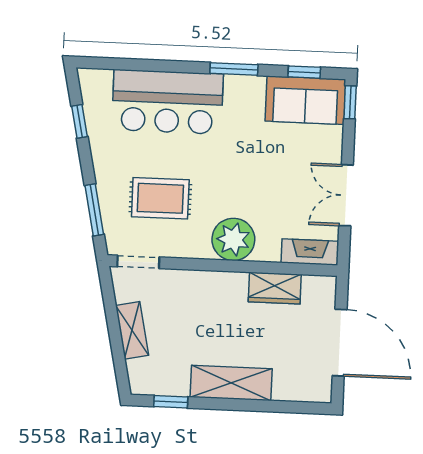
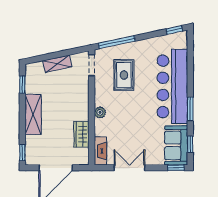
bar counter: (167, 102) -> (172, 86), width x1.36
window: (79, 121) -> (174, 30), moved
window: (94, 210) -> (117, 42), width x1.44
plant: (233, 239) -> (100, 112), width x0.53, depth x0.53
window: (306, 408) -> (22, 153), added

